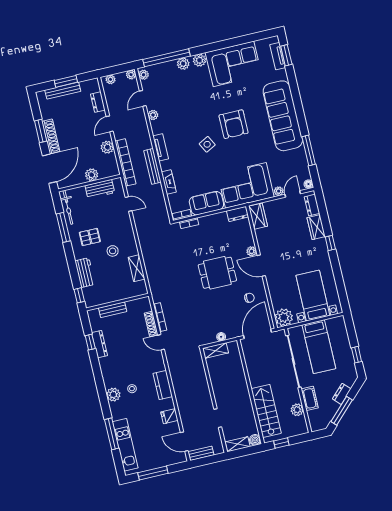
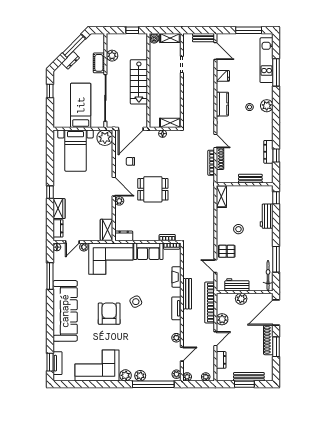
pallet: (90, 237) -> (227, 251), moved
shelving: (137, 268) -> (221, 196), moved
stairs: (266, 411) -> (139, 82), moved

